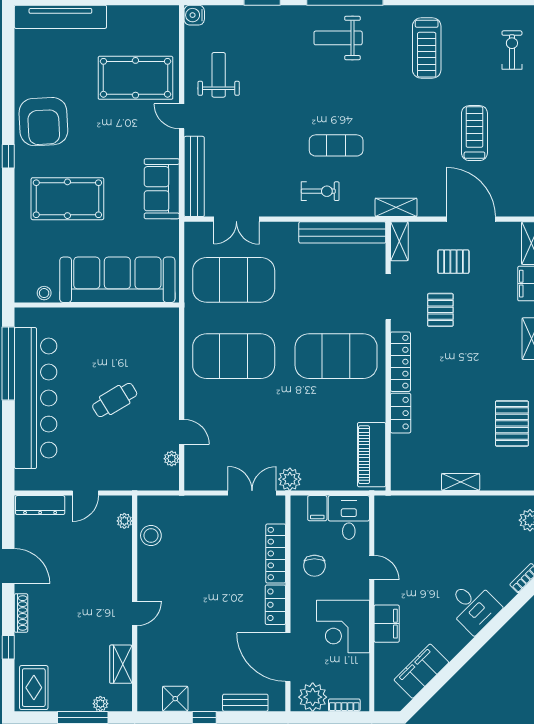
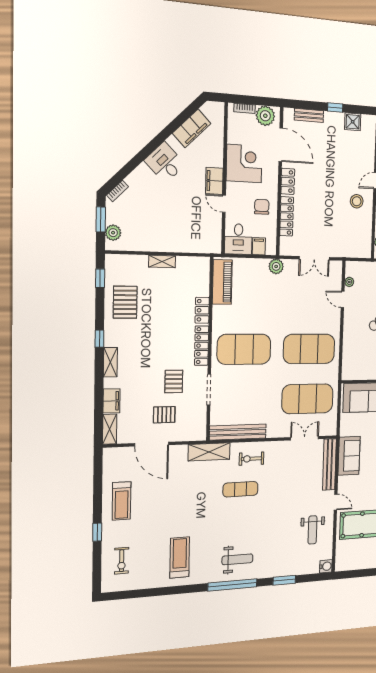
treadmill: (474, 133) -> (122, 501), moved
shelving: (396, 207) -> (209, 452), width x1.50, depth x1.33
shelving: (399, 241) -> (201, 427), removed
double door: (252, 493) -> (314, 258), moved
stool: (151, 536) -> (357, 201), moved
desk: (473, 607) -> (165, 163), moved
filing cabinet: (387, 624) -> (214, 181), moved

